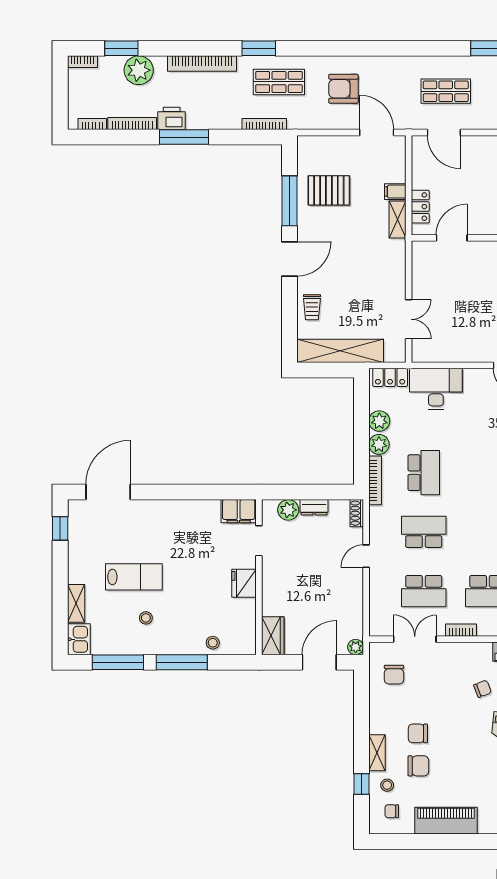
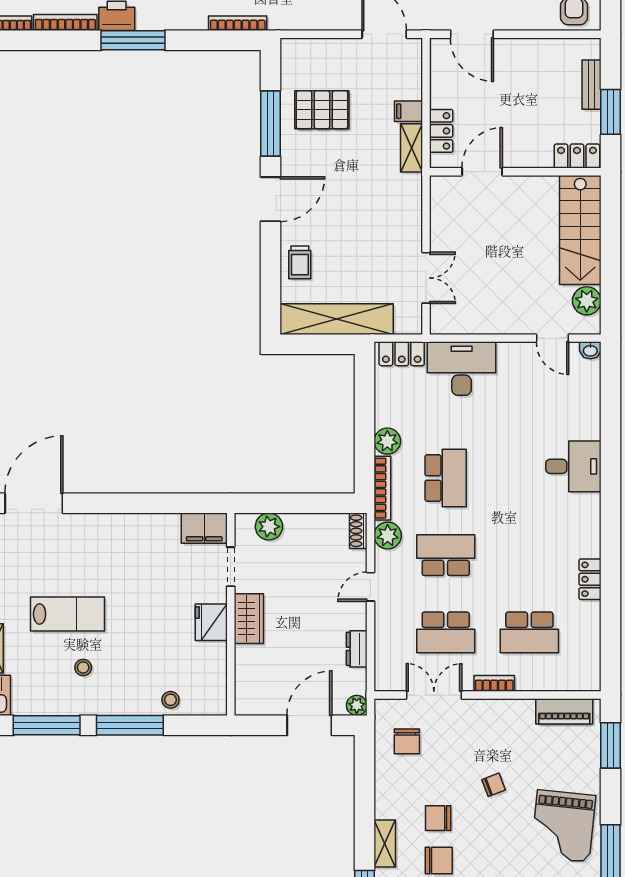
plant: (379, 421) -> (388, 536), moved
dresser: (314, 507) -> (357, 649), moved, turned 90
wardrobe: (273, 636) -> (249, 619), moved
chair: (483, 689) -> (494, 785), moved

